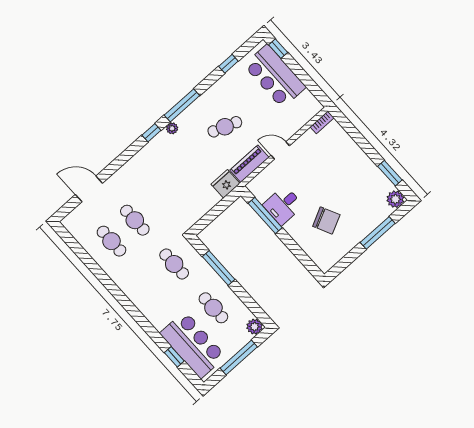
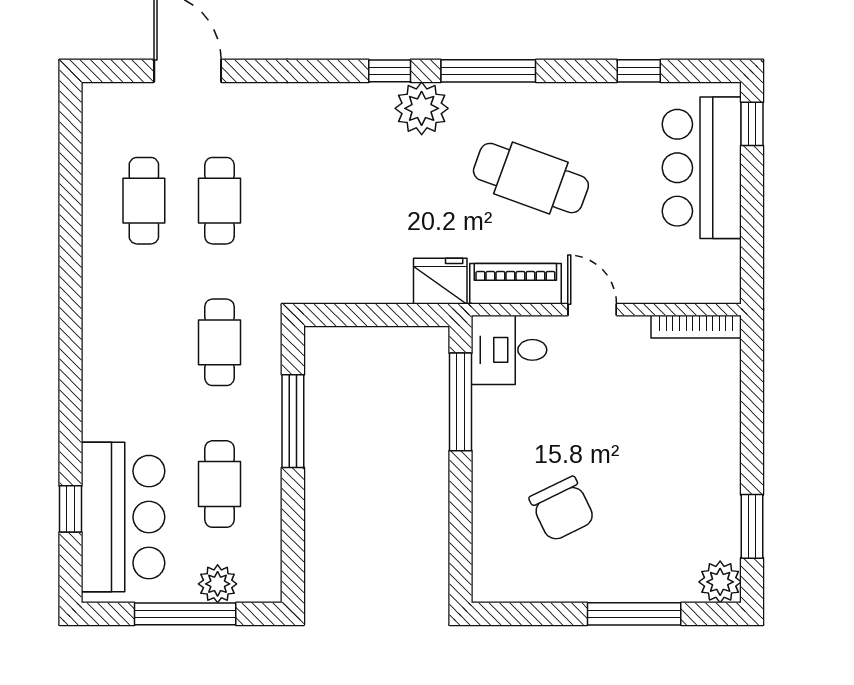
bookcase: (322, 122) -> (696, 327), width x1.56
cafe table: (225, 127) -> (531, 178), width x1.37, depth x1.35
plant: (172, 128) -> (422, 108), width x1.87, depth x1.87
desk: (283, 205) -> (509, 350), moved
plant: (254, 327) -> (218, 584), moved

